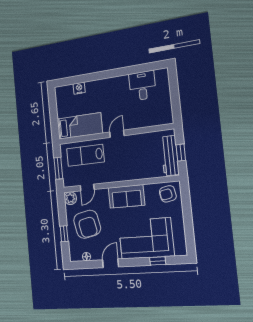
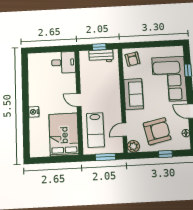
desk: (142, 86) -> (64, 62), moved, turned 180
nightstand: (79, 88) -> (34, 112), moved
bed: (80, 126) -> (64, 135), width x1.50
workbench: (170, 156) -> (101, 56), width x0.73
door: (87, 188) -> (124, 130), swing flipped

